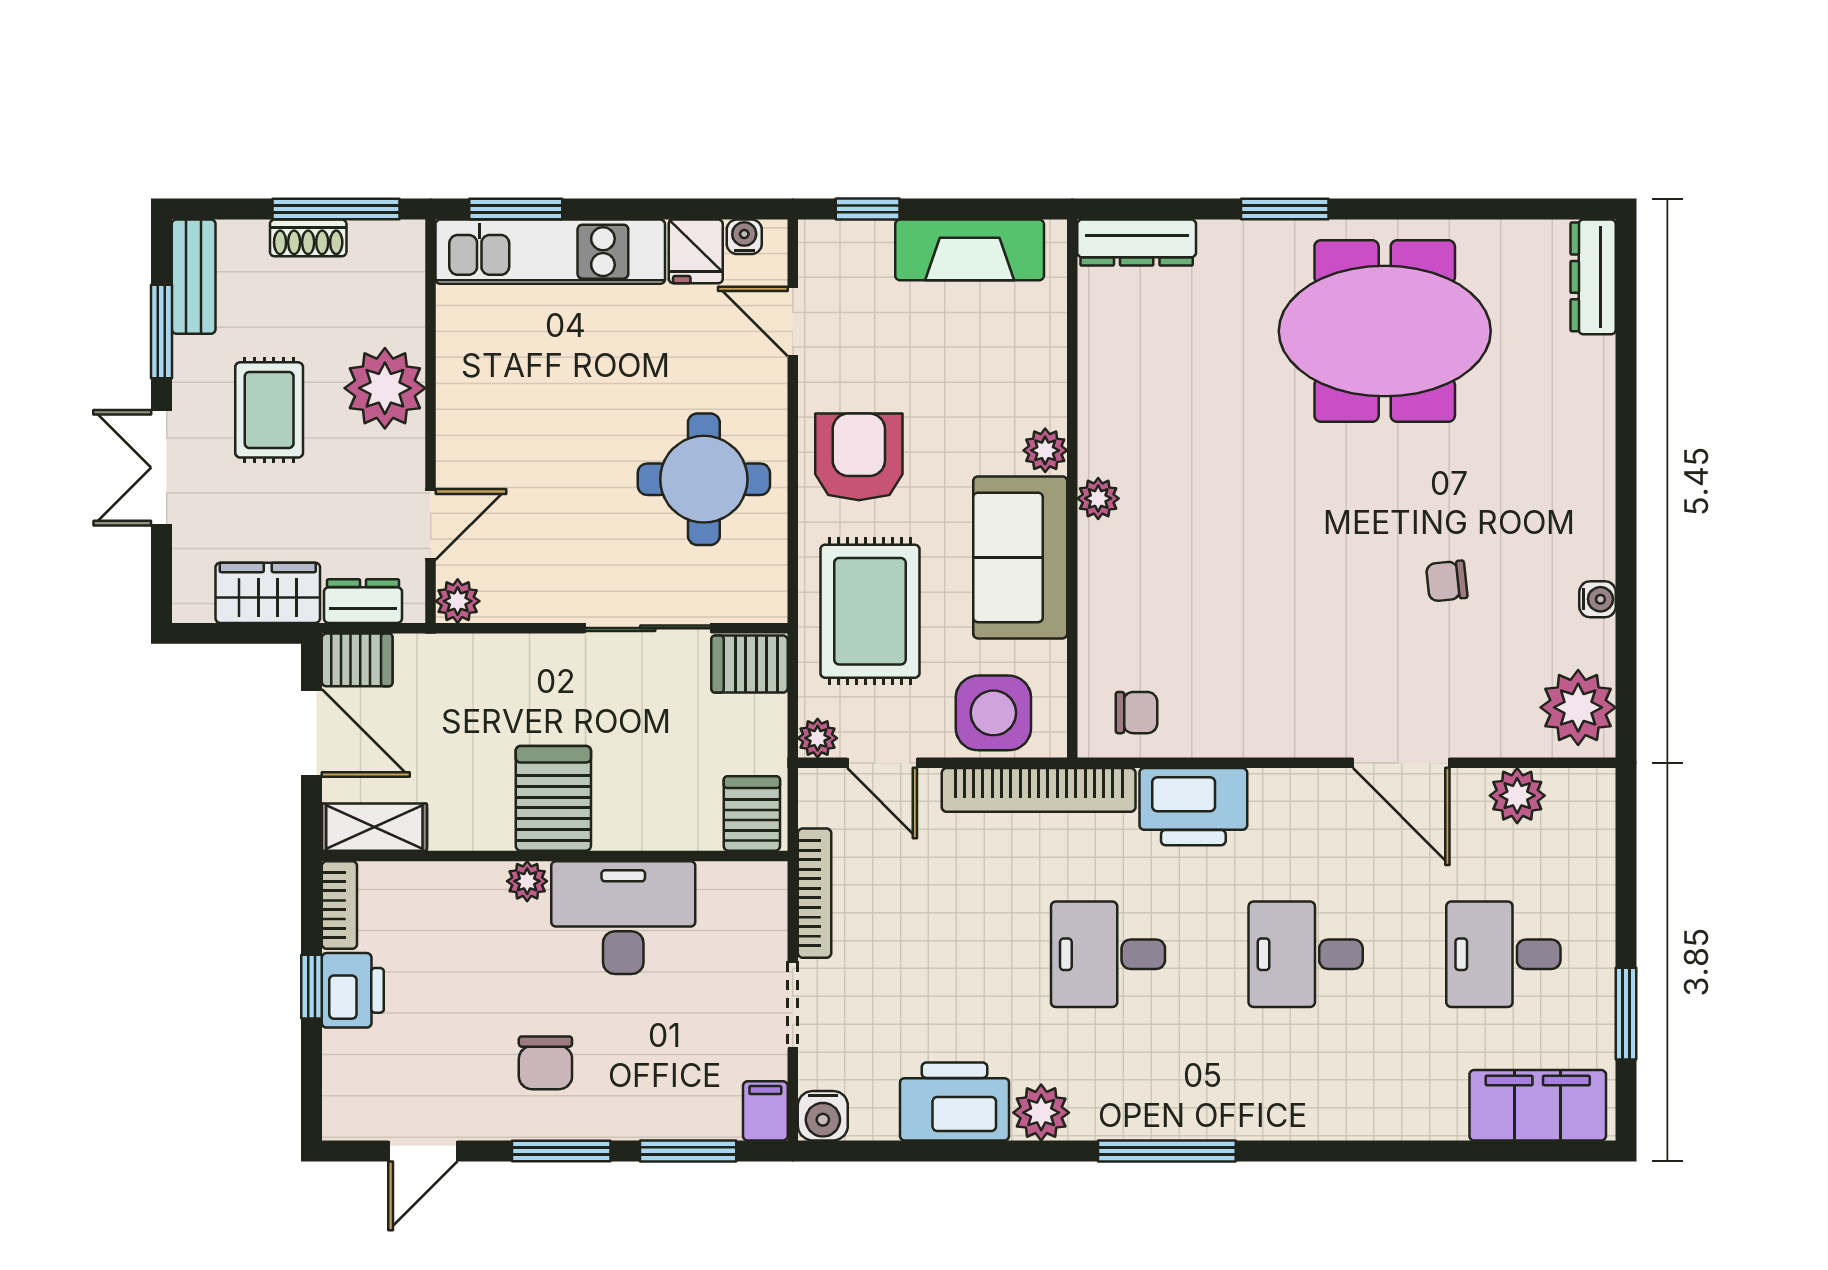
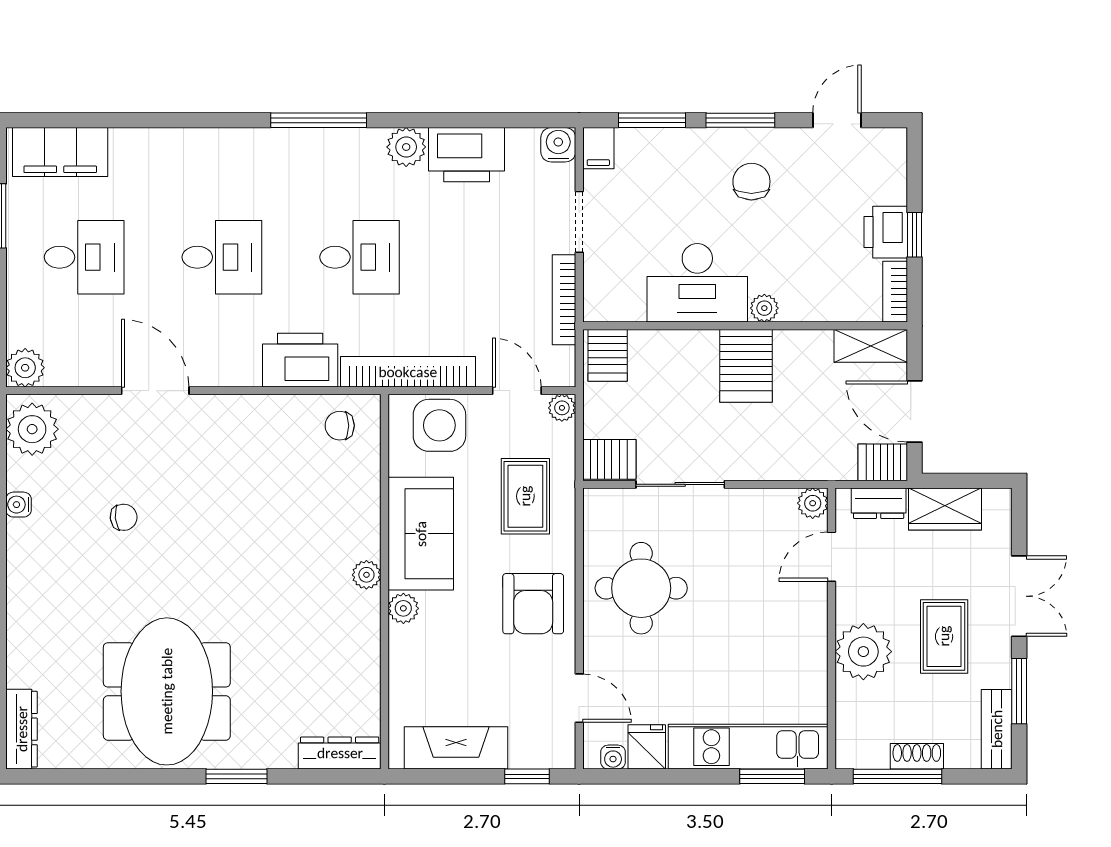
meeting table: (1385, 331) -> (167, 691), turned 90
rug: (870, 611) -> (525, 496), width x0.73, depth x0.70
plant: (1517, 796) -> (25, 368), moved

